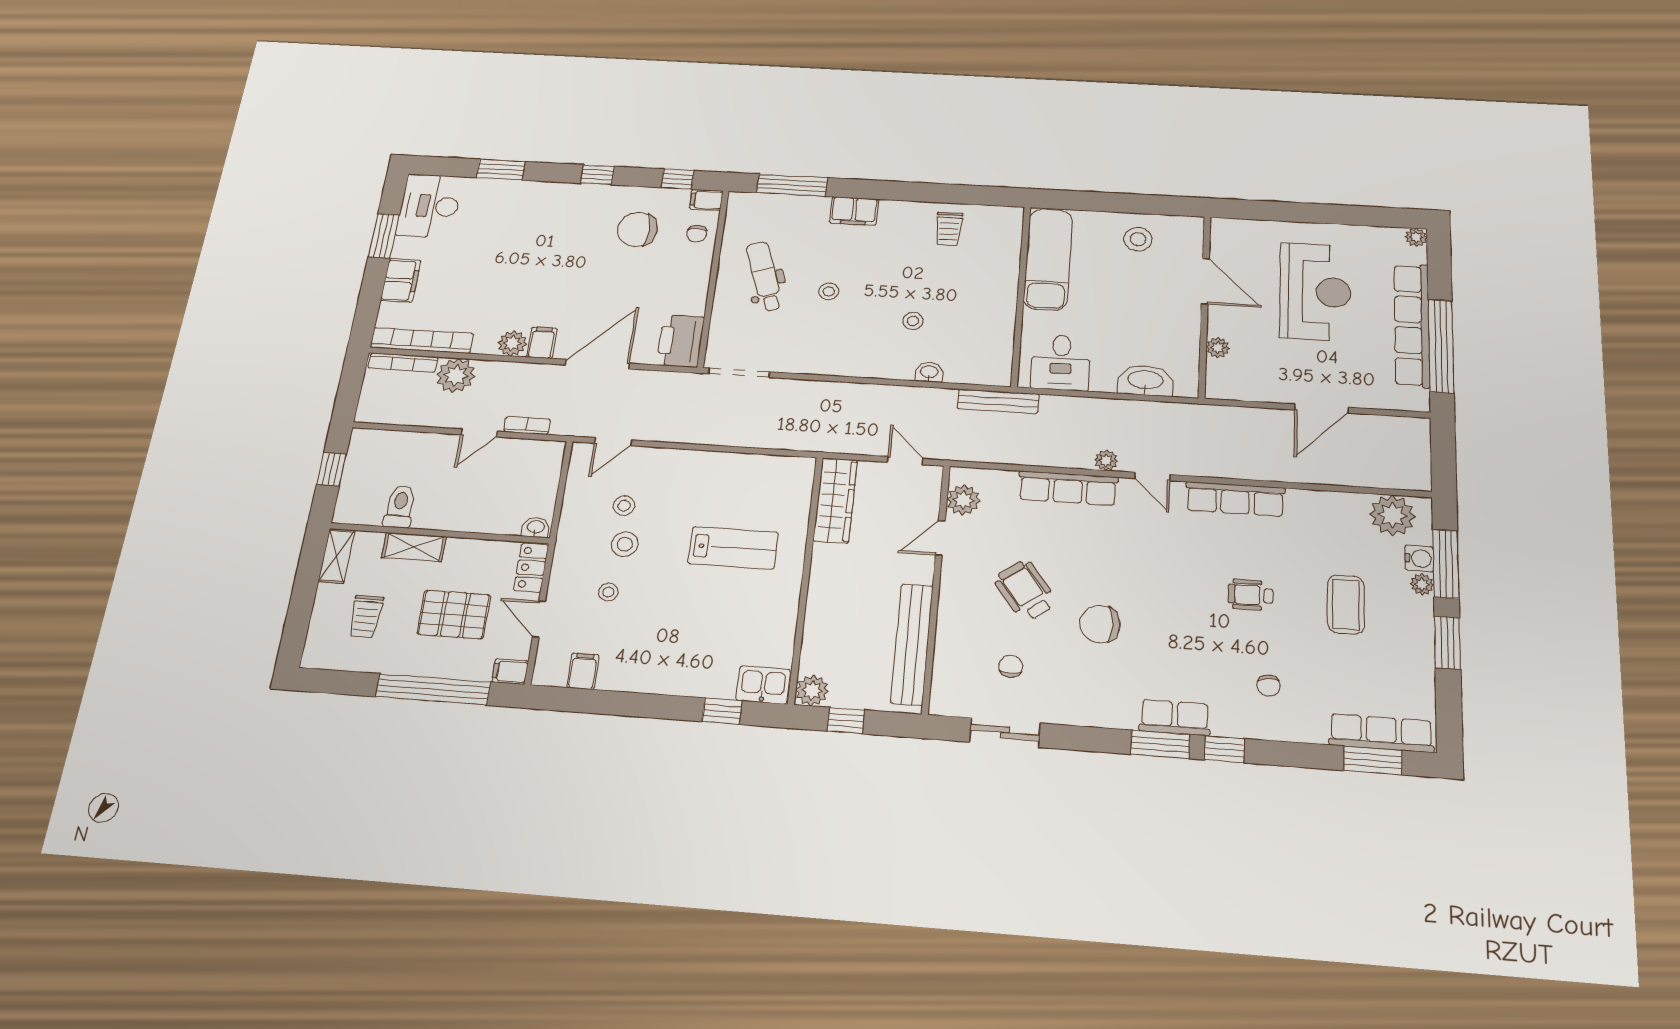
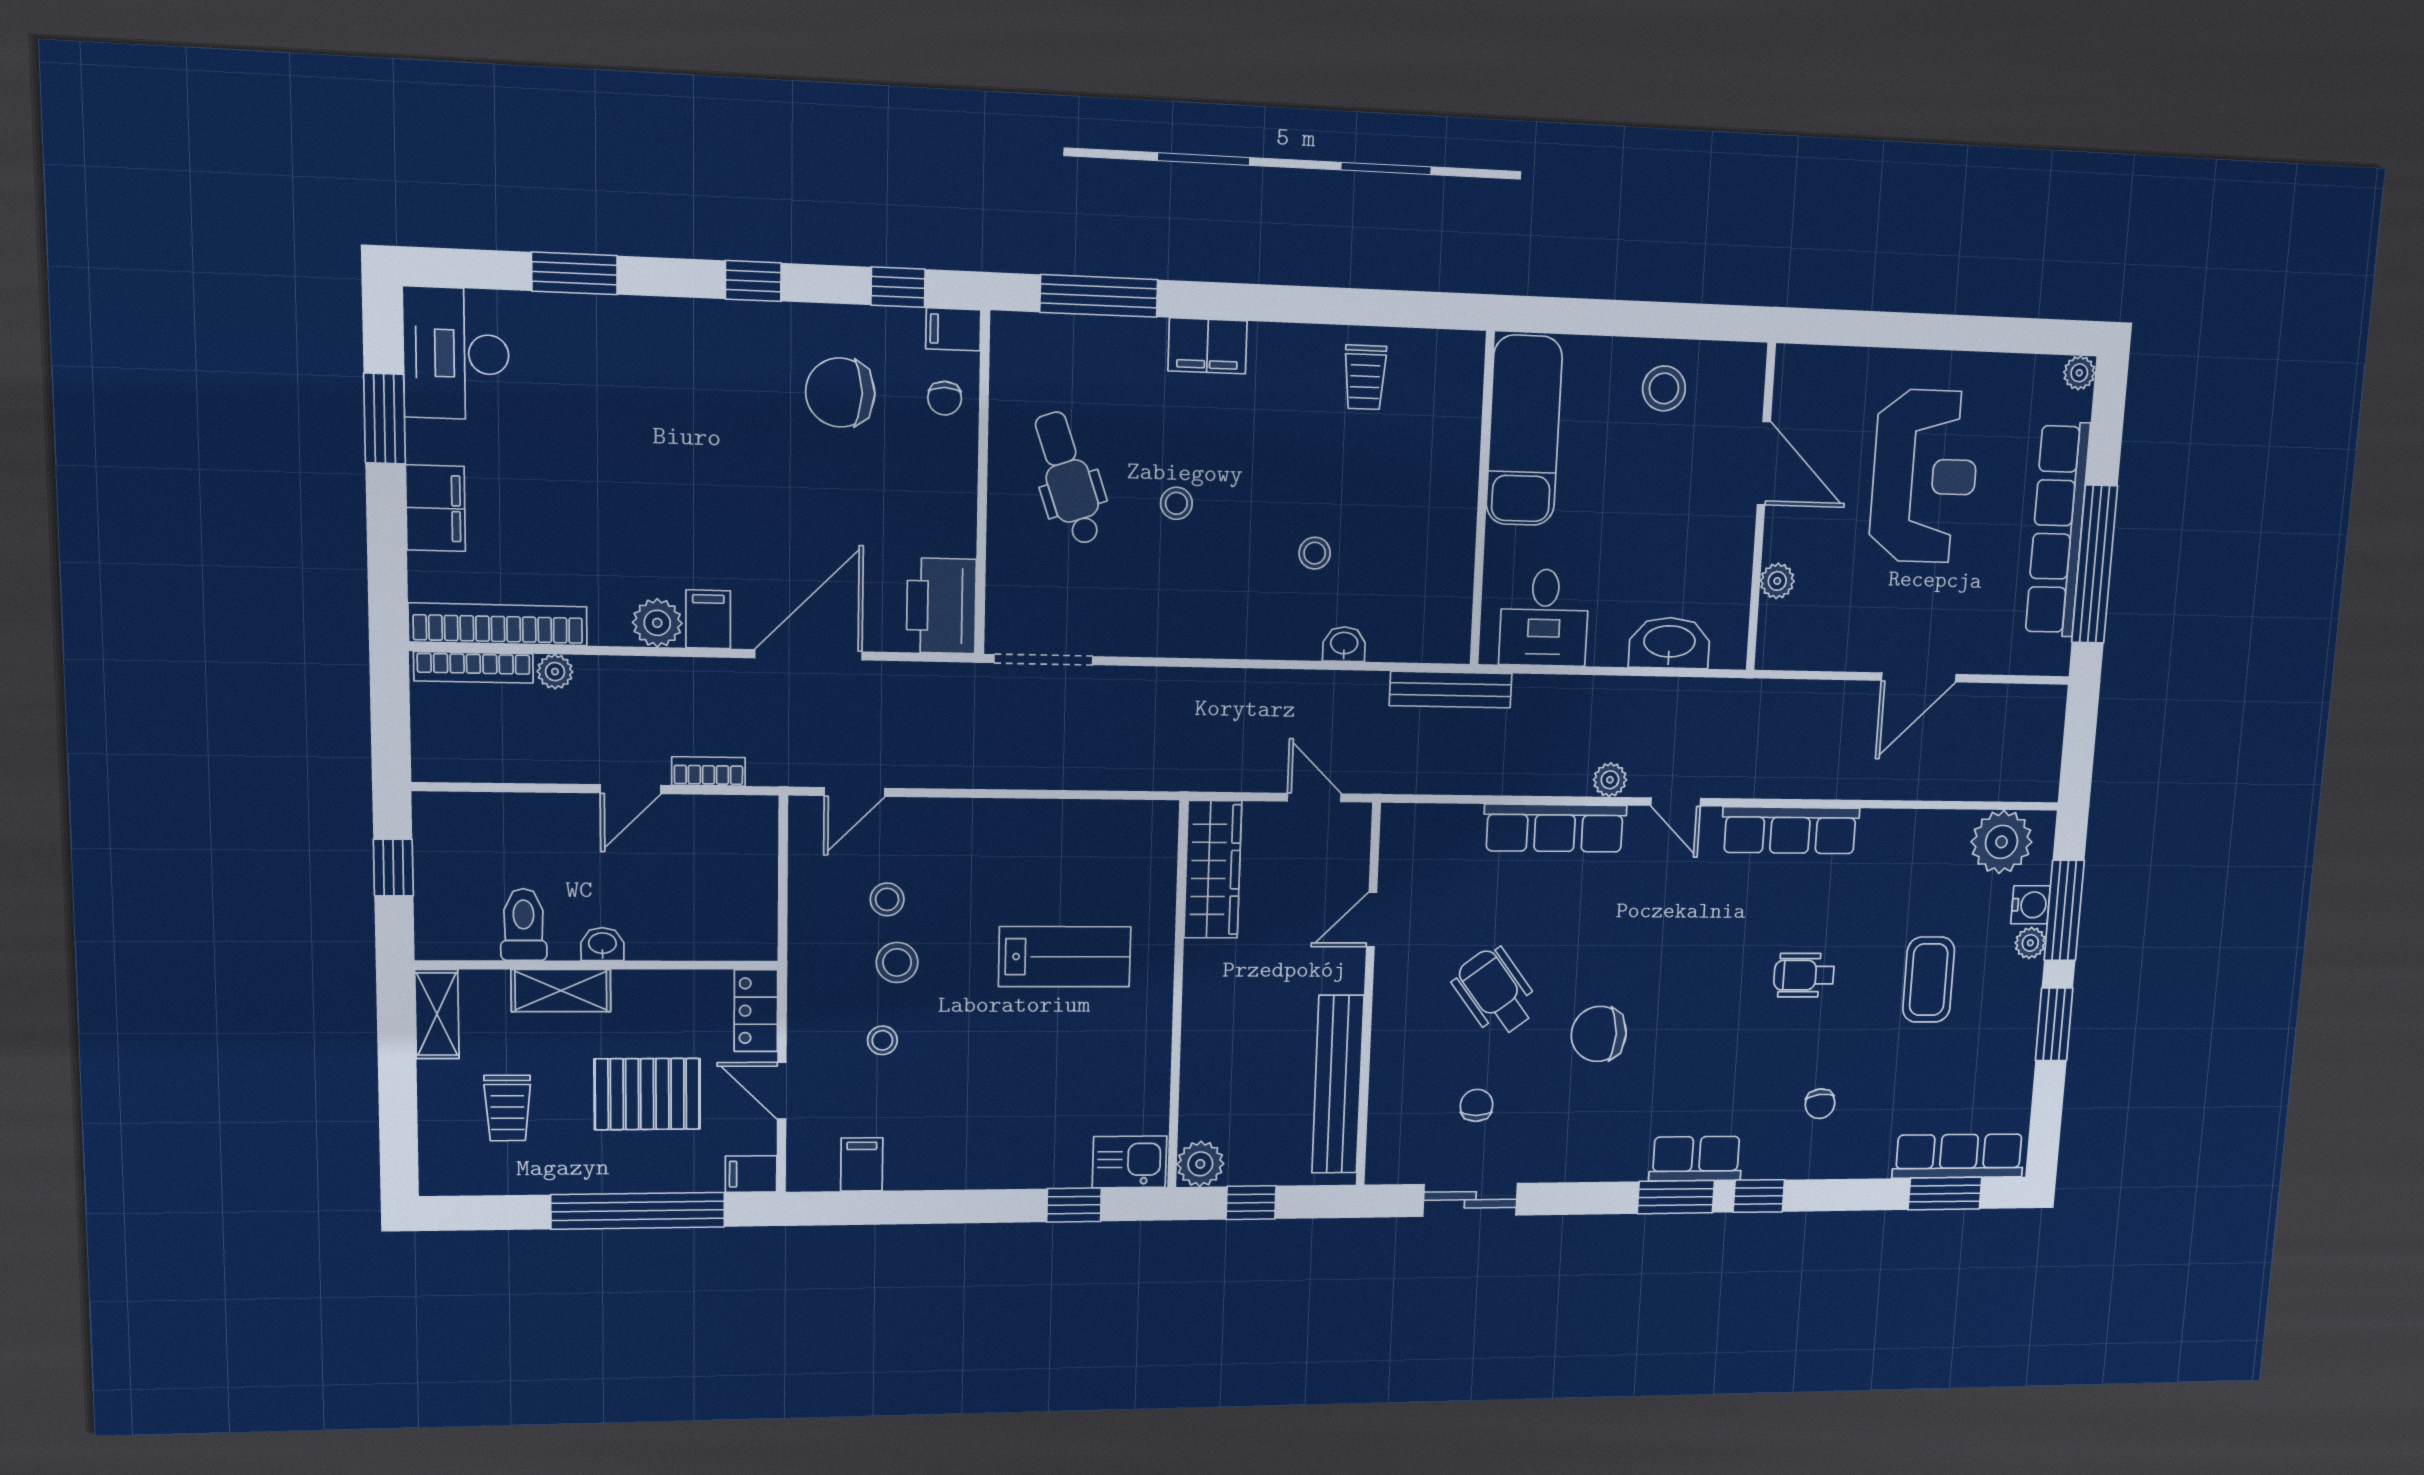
plant: (456, 375) -> (555, 672), width x0.53, depth x0.53
plant: (963, 500) -> (1403, 857), removed
washbasin: (536, 527) -> (602, 944), moved

